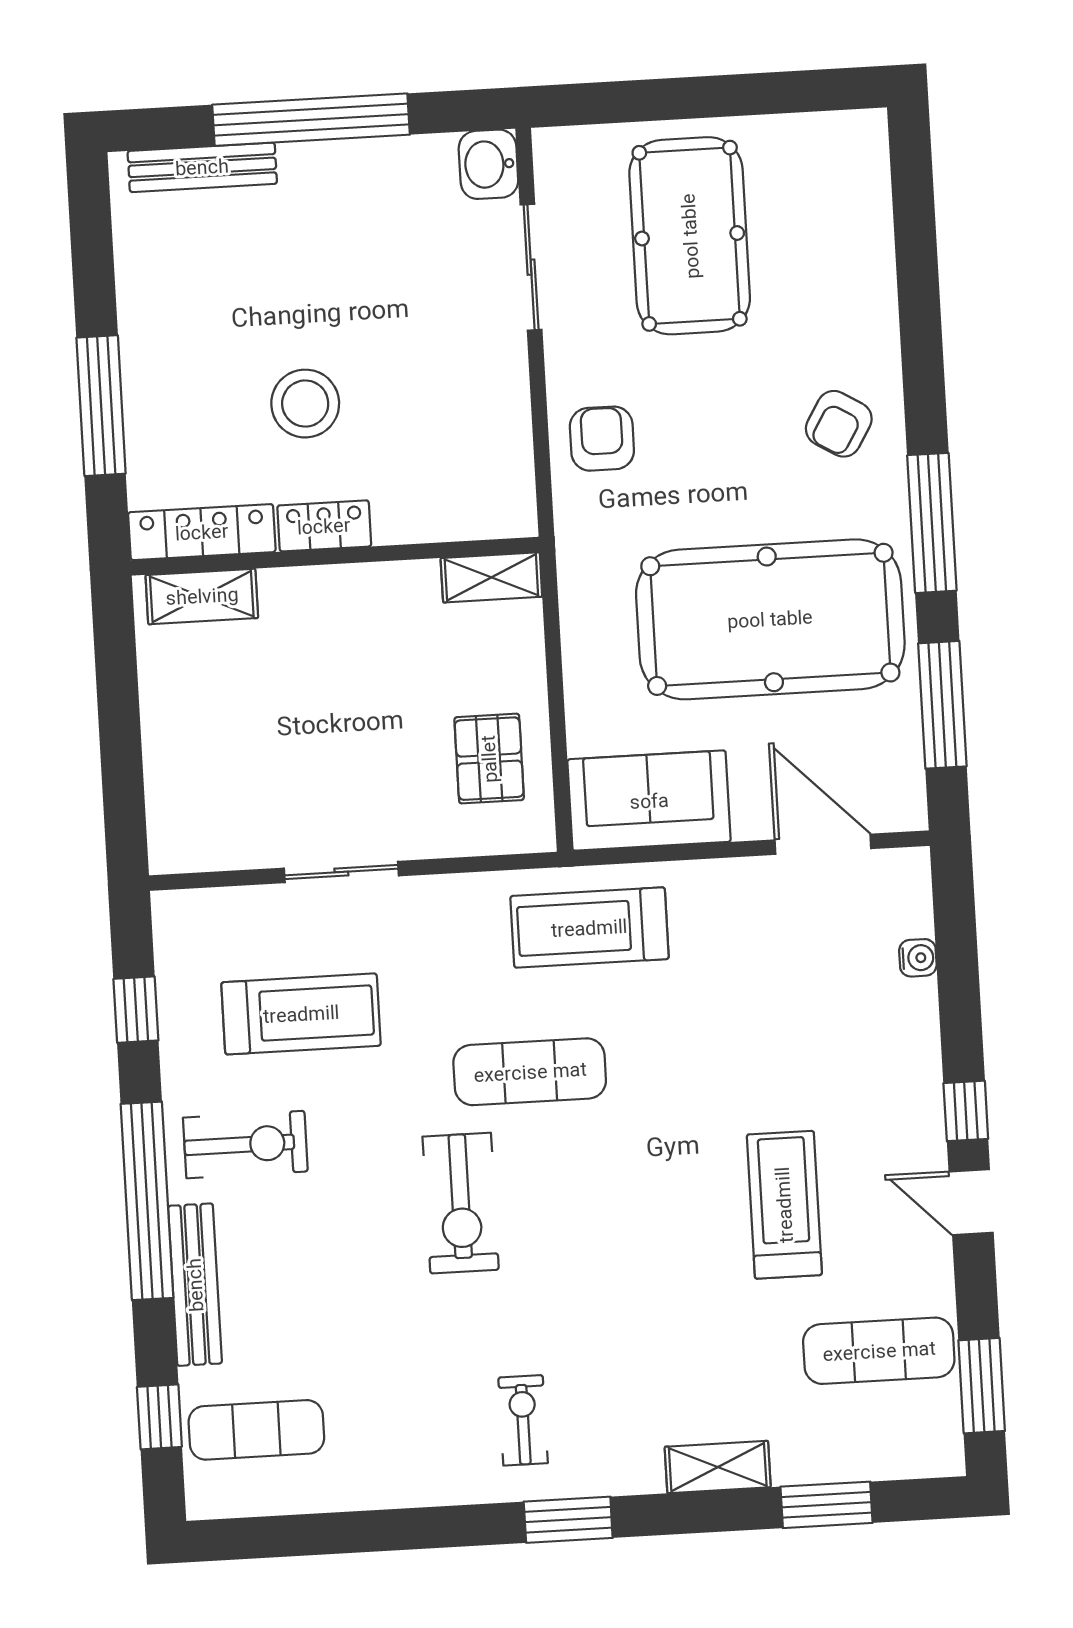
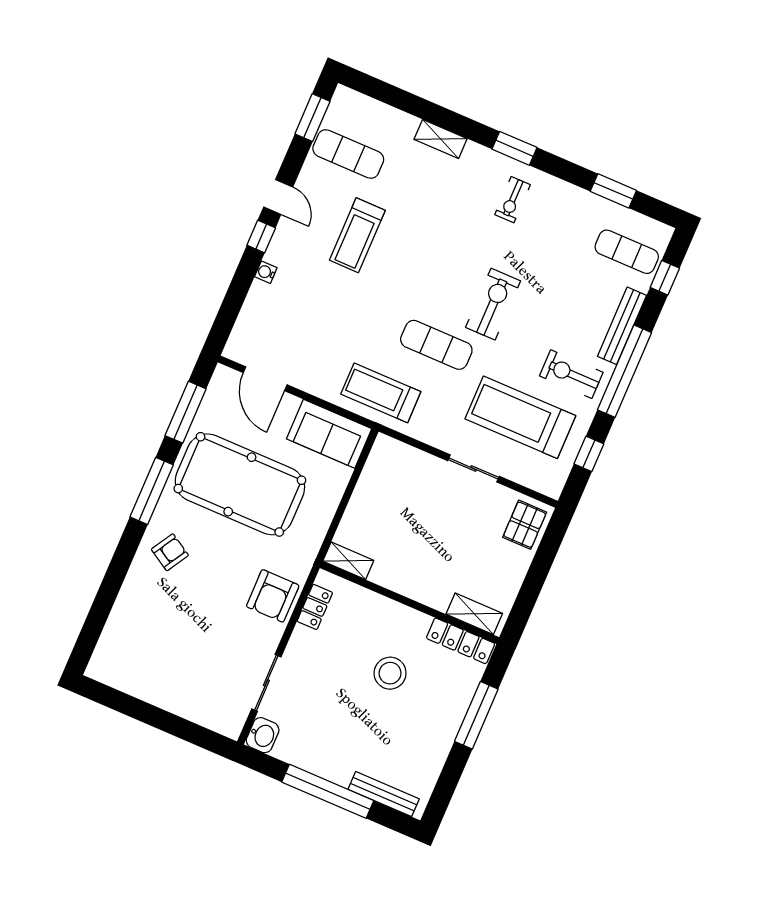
pool table: (690, 236) -> (193, 663), removed
armchair: (602, 439) -> (273, 596), width x1.38, depth x1.38
locker: (324, 526) -> (315, 607), moved, turned -90
pallet: (489, 759) -> (525, 525), moved
treadmill: (589, 928) -> (381, 393), turned 180
water cooler: (918, 958) -> (266, 272), moved
treadmill: (301, 1014) -> (520, 417), width x1.37, depth x1.38
window: (826, 1505) -> (613, 191), moved

